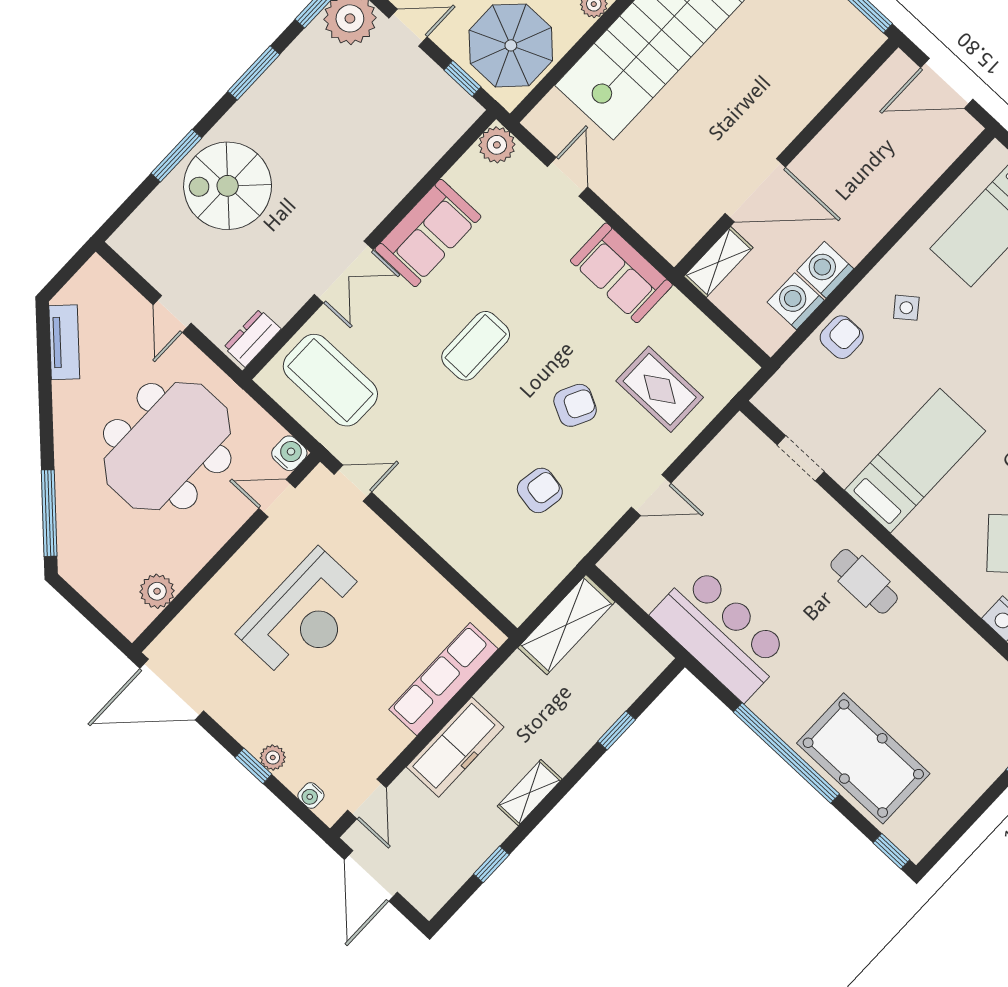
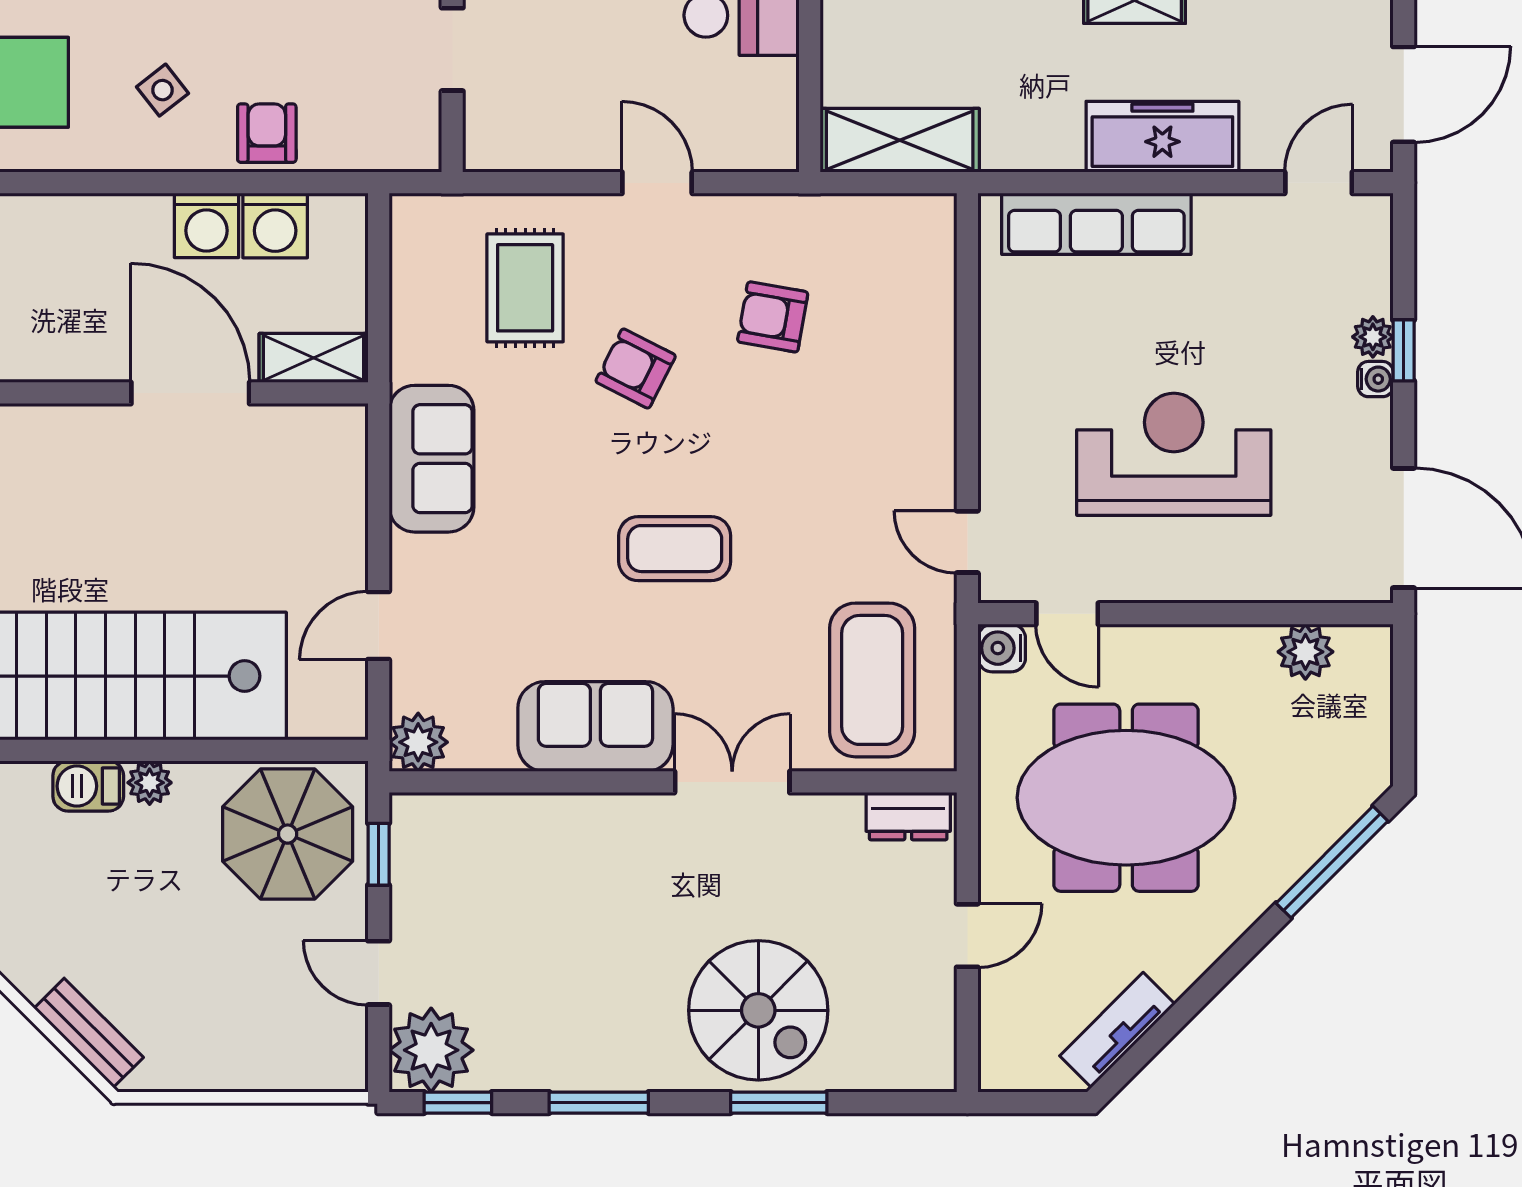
armchair: (842, 337) -> (267, 133), turned 90
water cooler: (311, 795) -> (1375, 379), moved

